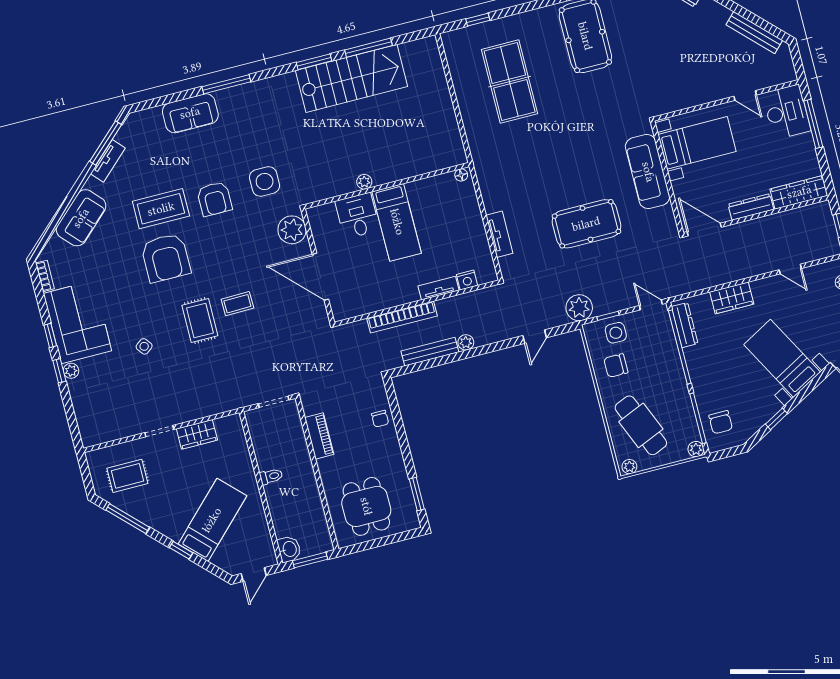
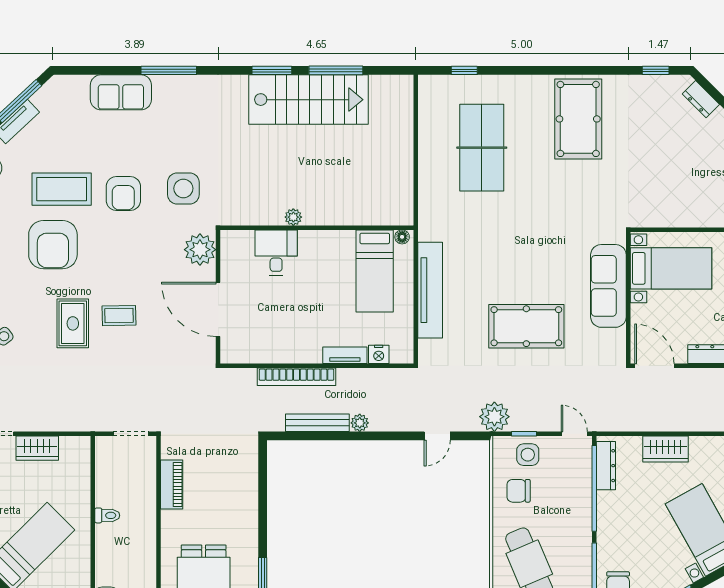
bed: (397, 222) -> (375, 271), moved
tv unit: (499, 234) -> (430, 290), width x1.92, depth x1.29
chair: (380, 419) -> (244, 483), removed

